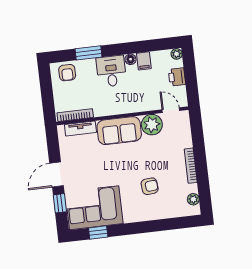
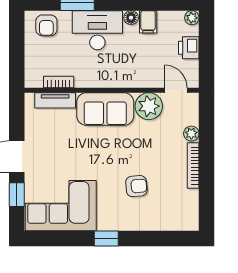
desk: (111, 71) -> (97, 30), width x1.37
bookcase: (75, 115) -> (59, 82), width x0.64
plant: (193, 199) -> (191, 134), moved
window: (98, 232) -> (106, 239), moved

